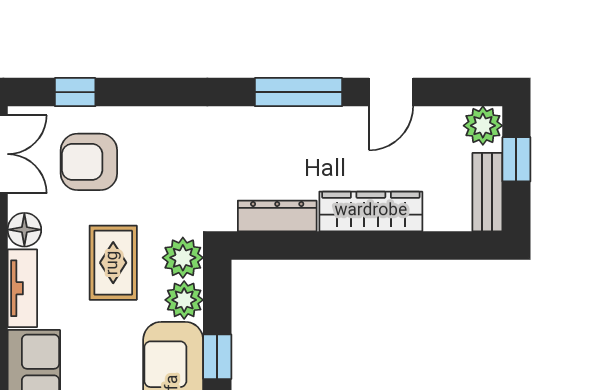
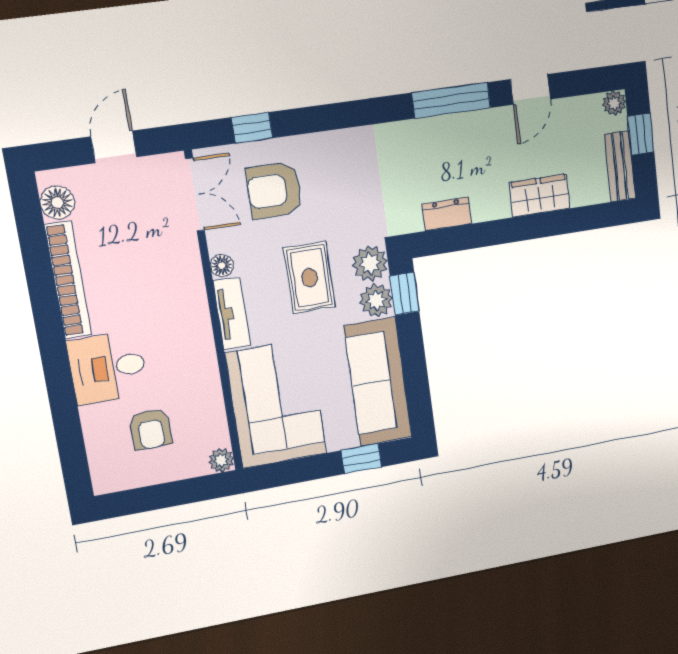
plant: (483, 126) -> (614, 103), width x0.73, depth x0.73
wardrobe: (371, 211) -> (540, 196), width x0.67
dresser: (277, 216) -> (447, 214), width x0.70
floor lamp: (24, 230) -> (222, 265), width x0.73, depth x0.73
window: (217, 357) -> (405, 294), moved

